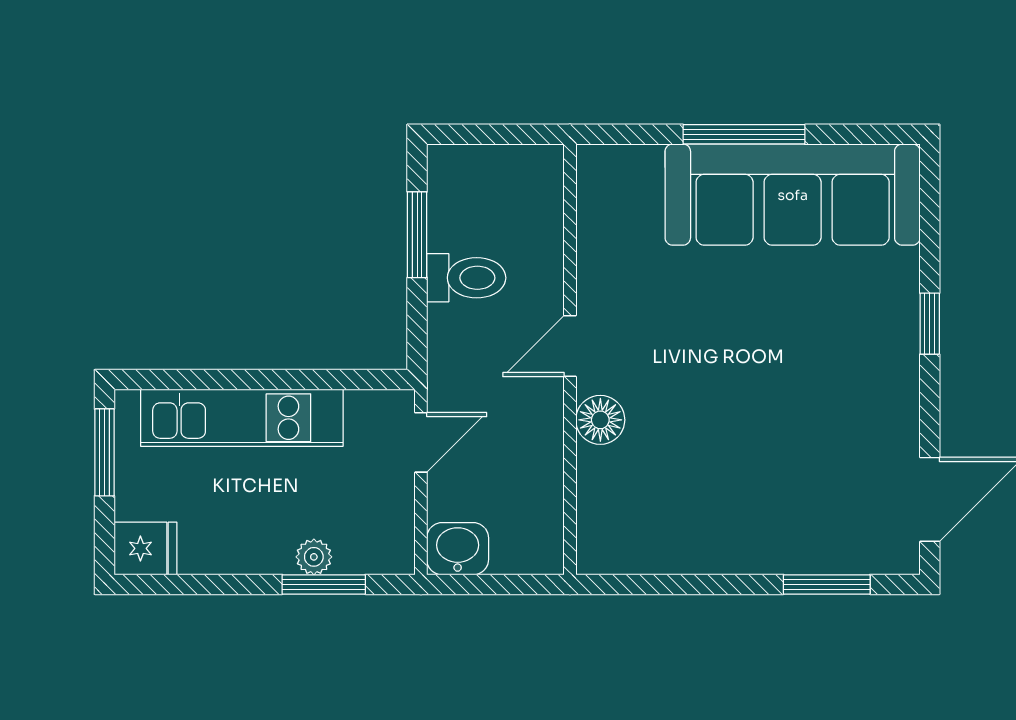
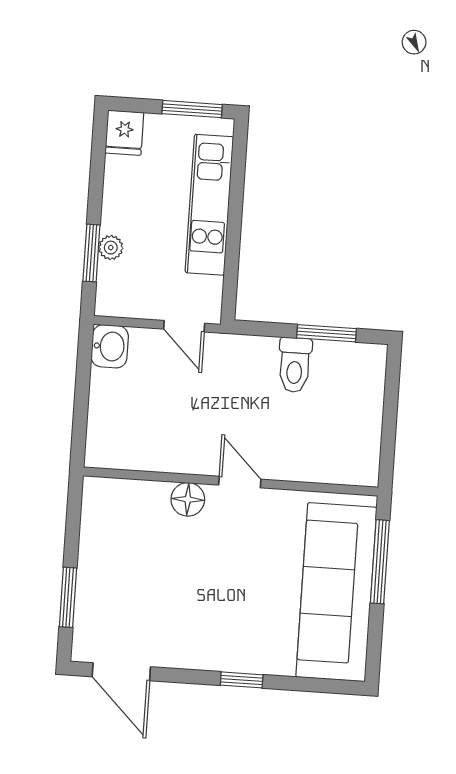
door: (570, 346) -> (240, 482), moved
wall: (570, 359) -> (231, 481), moved
floor lamp: (600, 420) -> (188, 499), moved

